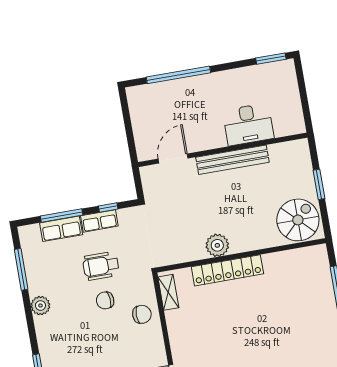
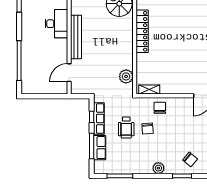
door: (173, 159) -> (69, 73), hinge flipped
row of seats: (99, 221) -> (99, 118), width x1.48
plant: (217, 245) -> (126, 76), moved
locker: (227, 270) -> (142, 31), moved
plant: (40, 306) -> (158, 168), moved

